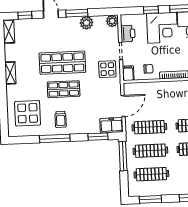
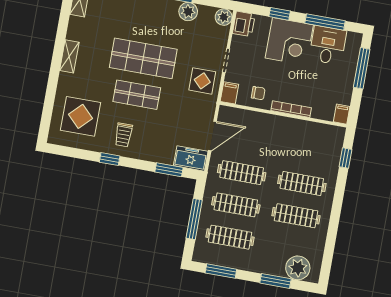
printer: (128, 34) -> (244, 24), moved
window: (55, 138) -> (110, 159), width x0.46
window: (123, 156) -> (194, 219), moved

